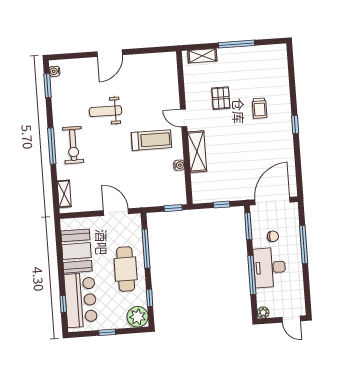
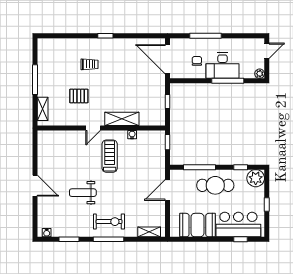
window: (48, 86) -> (69, 239), moved
weight bench: (105, 111) -> (83, 193), turned 90
window: (248, 226) -> (187, 81), removed

